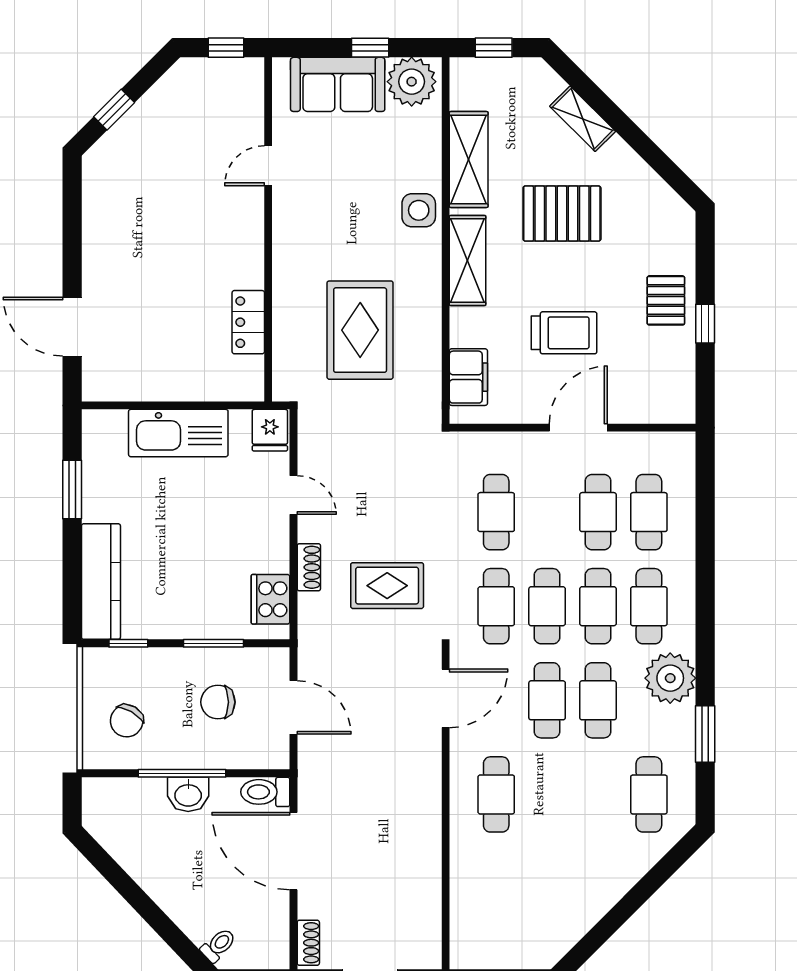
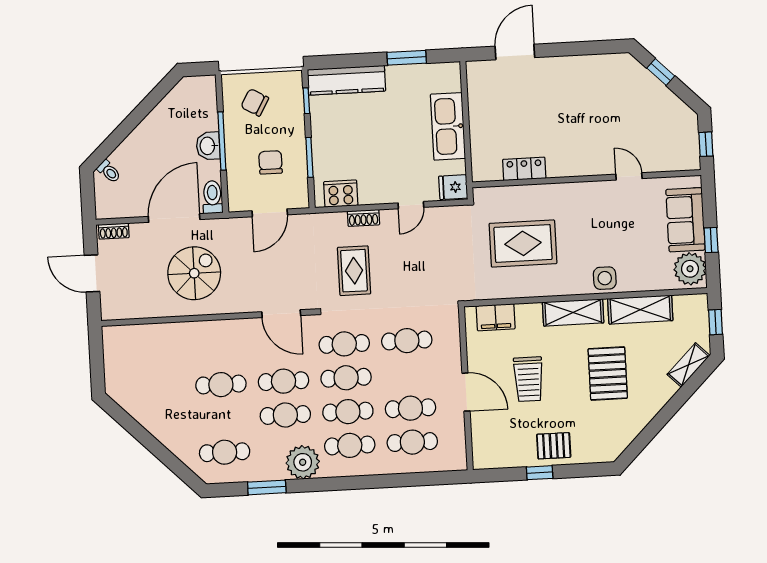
shelving: (583, 119) -> (688, 365), moved
cafe table: (496, 794) -> (221, 385), moved
spiral stairs: (378, 826) -> (194, 273), added

